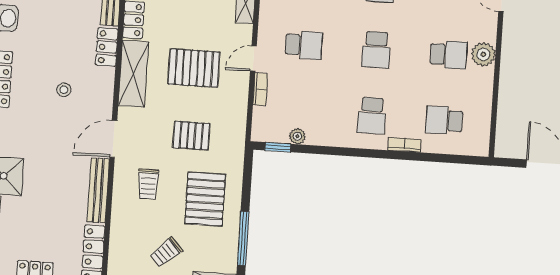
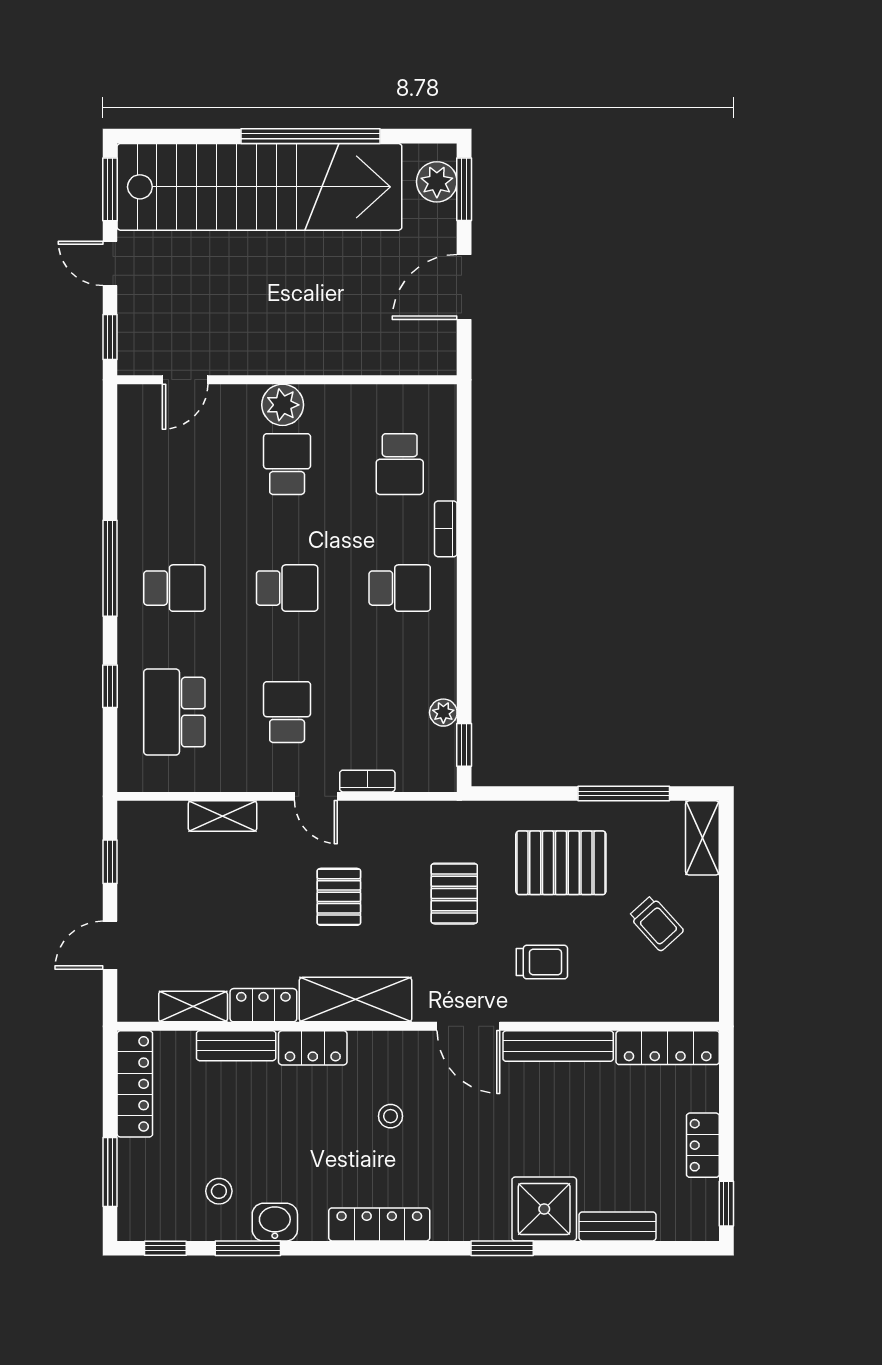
pallet: (194, 68) -> (339, 897), width x0.67, depth x0.71

